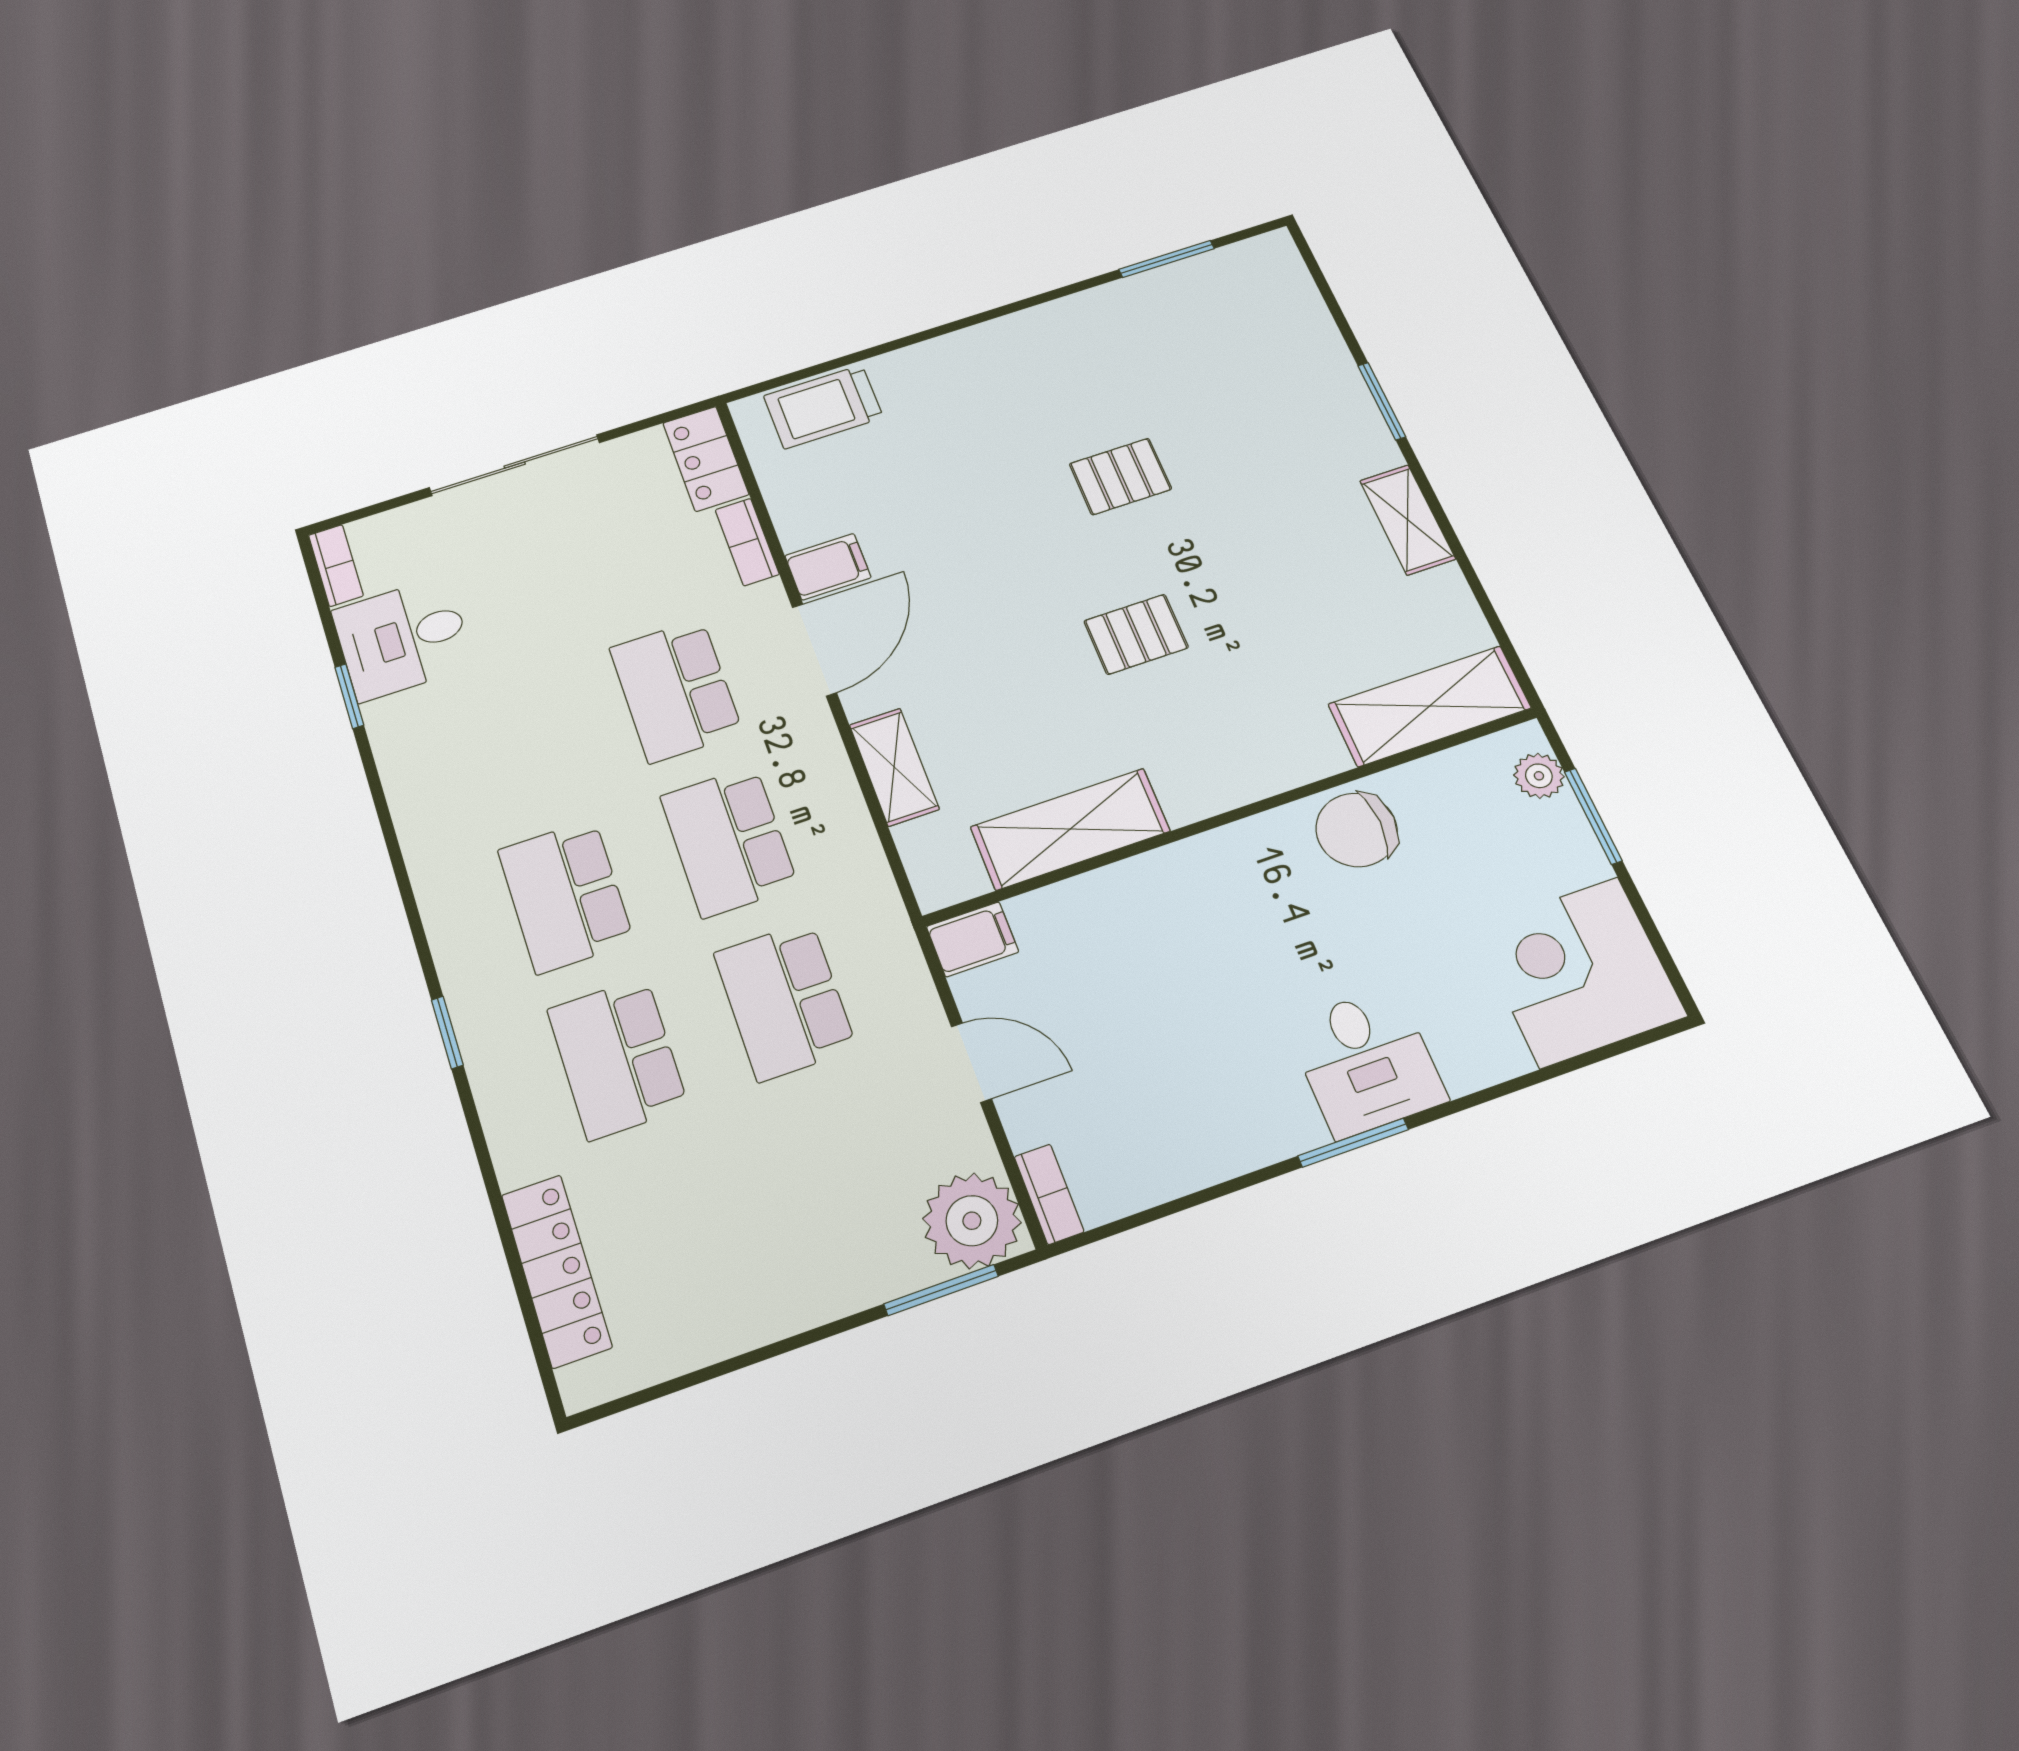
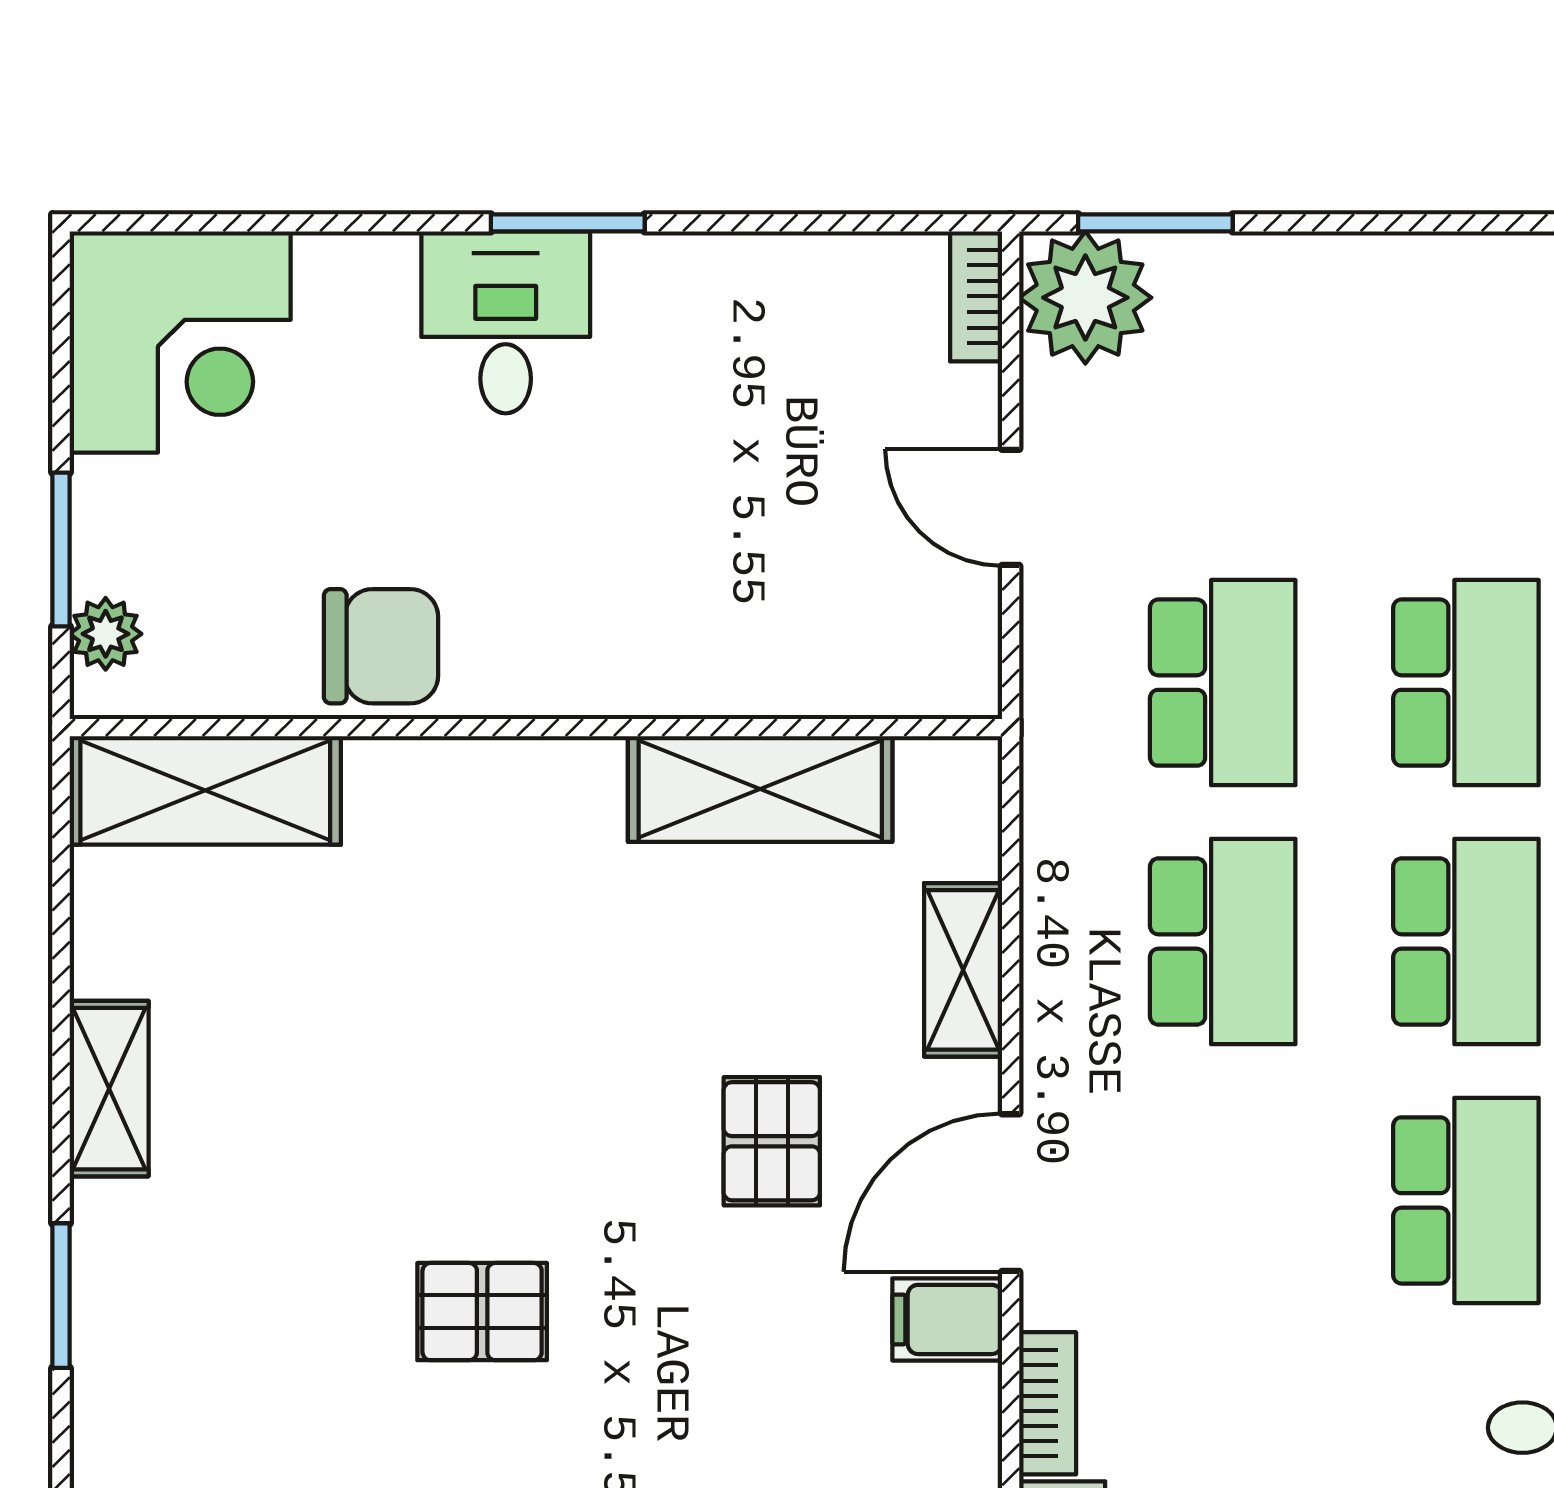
pallet: (1136, 634) -> (772, 1141), moved, turned 90
school desk: (676, 690) -> (1466, 1200), moved
filing cabinet: (972, 939) -> (948, 678), removed

